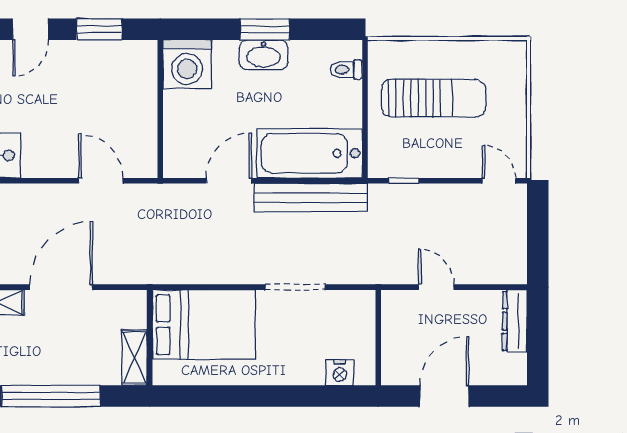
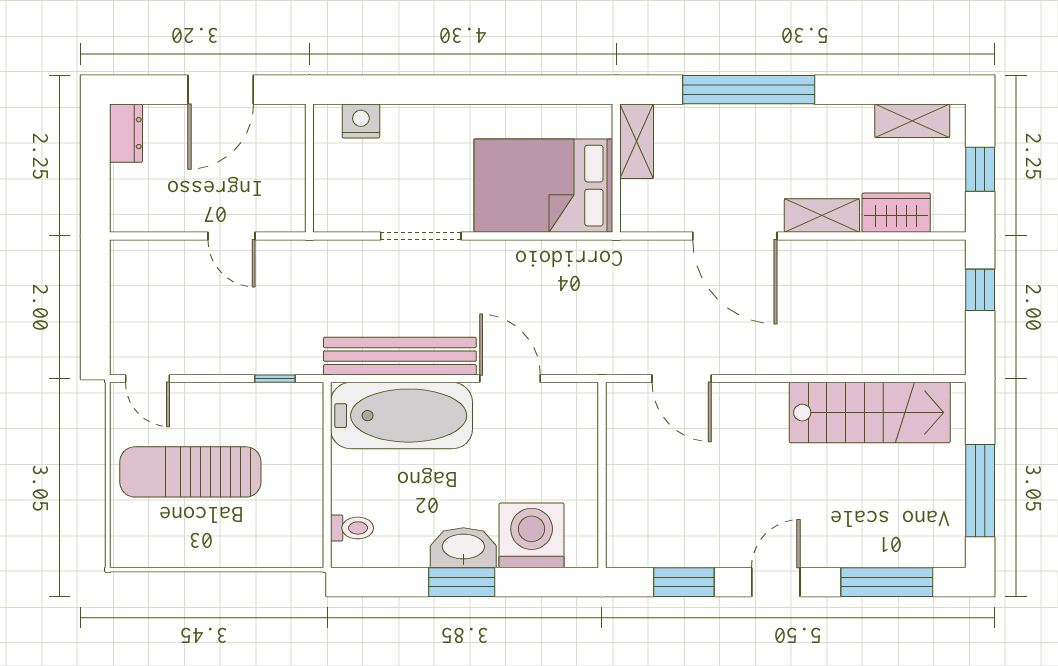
washing machine: (187, 64) -> (532, 535), moved
sun lounger: (434, 98) -> (190, 472), moved
door: (229, 181) -> (510, 379), swing flipped
door: (61, 287) -> (735, 236), hinge flipped
dresser: (515, 321) -> (126, 133), moved, width x0.70

